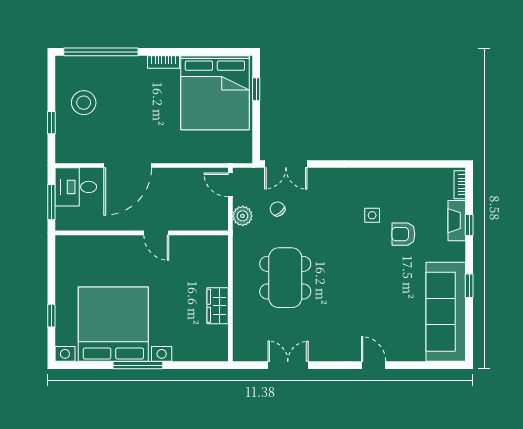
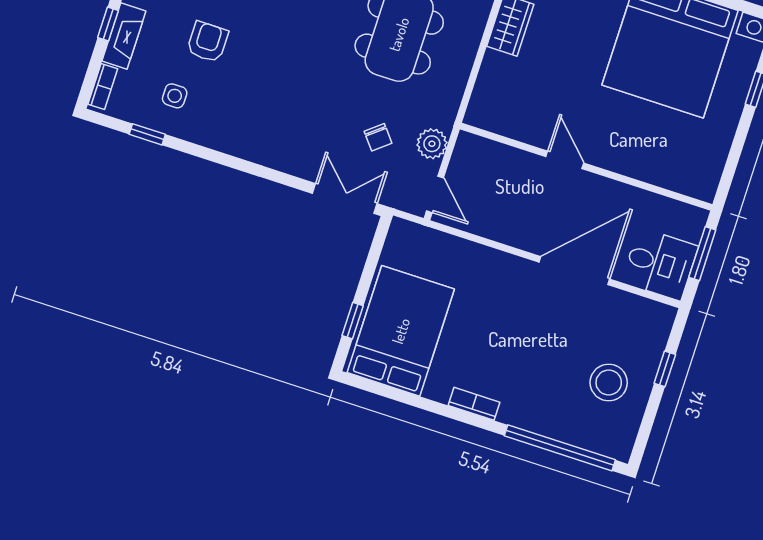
bed: (215, 93) -> (401, 331), width x0.73
window: (422, 164) -> (147, 134), added
side table: (372, 215) -> (175, 96), moved
armchair: (403, 234) -> (208, 42), turned -90

